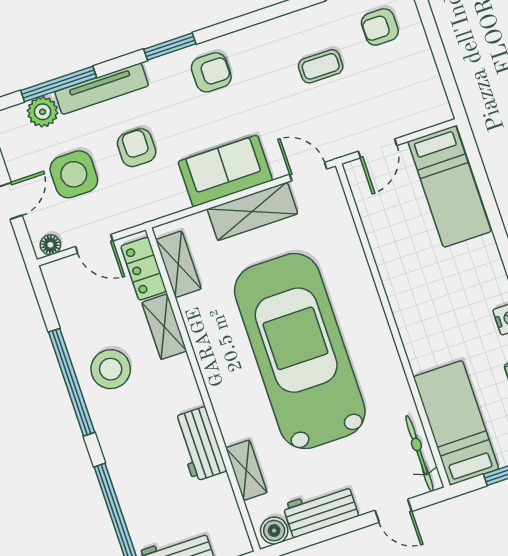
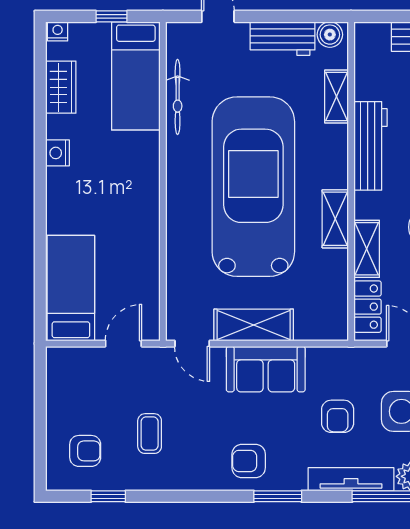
coffee table: (321, 66) -> (150, 434), turned 90
shelving: (178, 264) -> (335, 219), moved
car: (300, 351) -> (253, 187), turned 180
workbench: (199, 444) -> (370, 146), width x1.38
bicycle: (419, 454) -> (178, 97), moved

